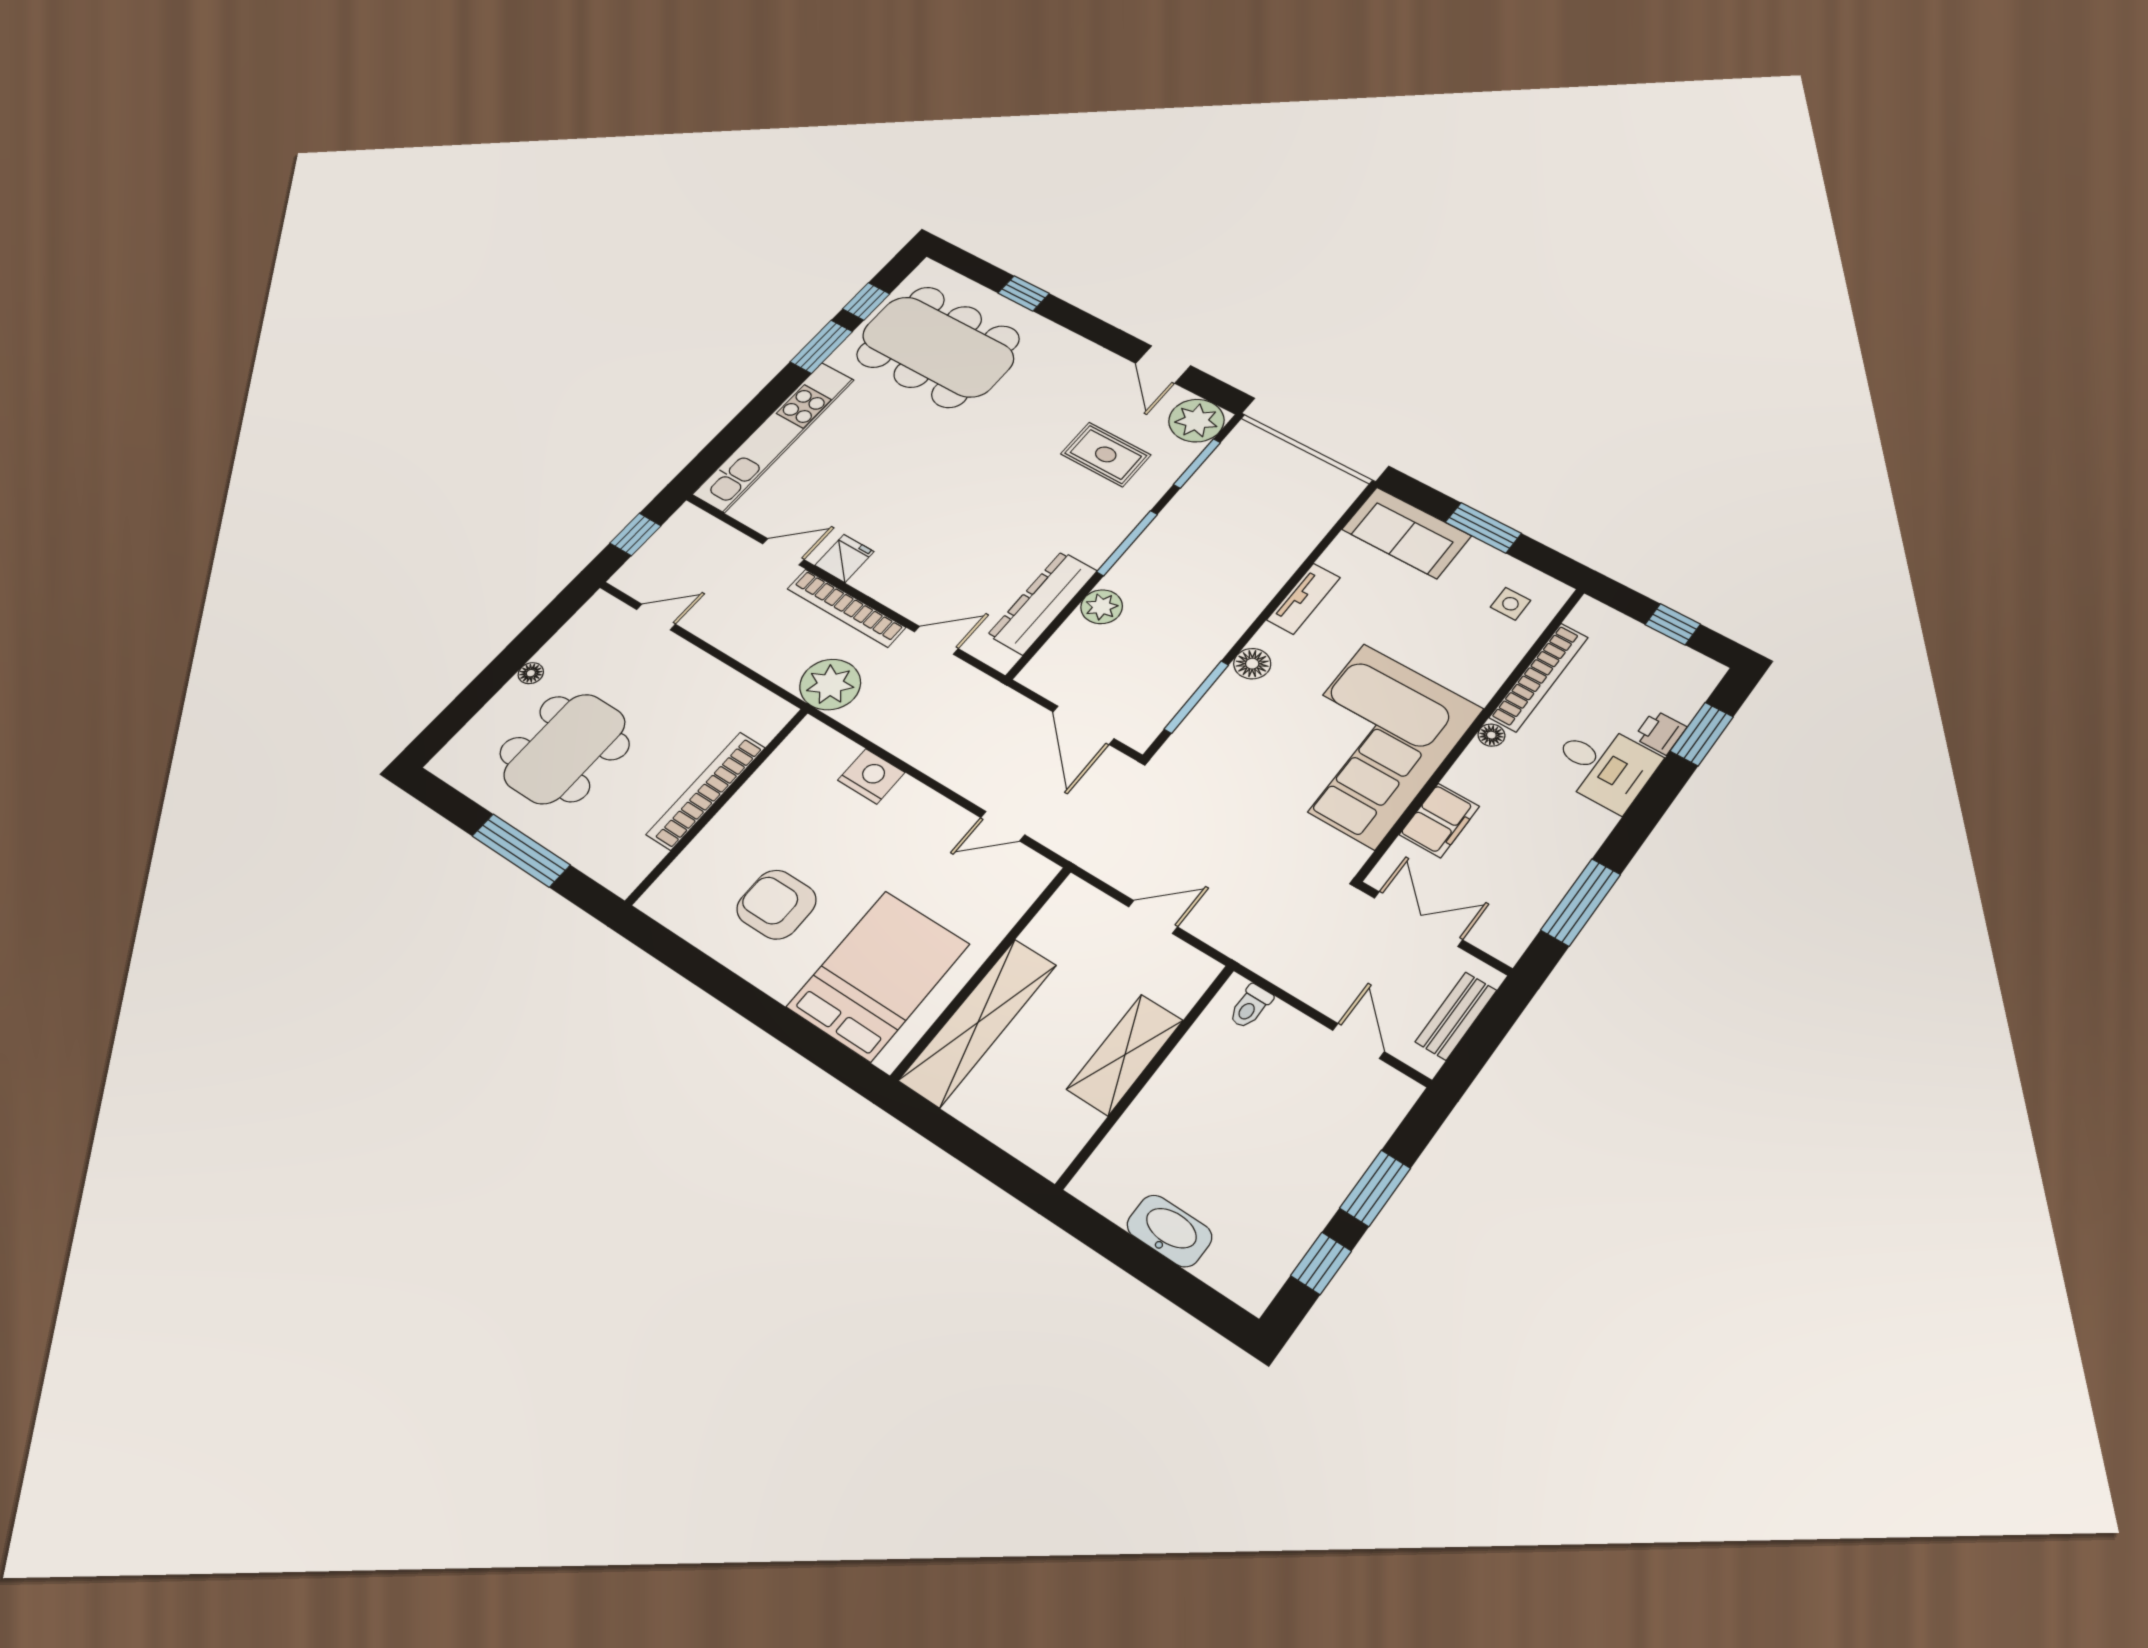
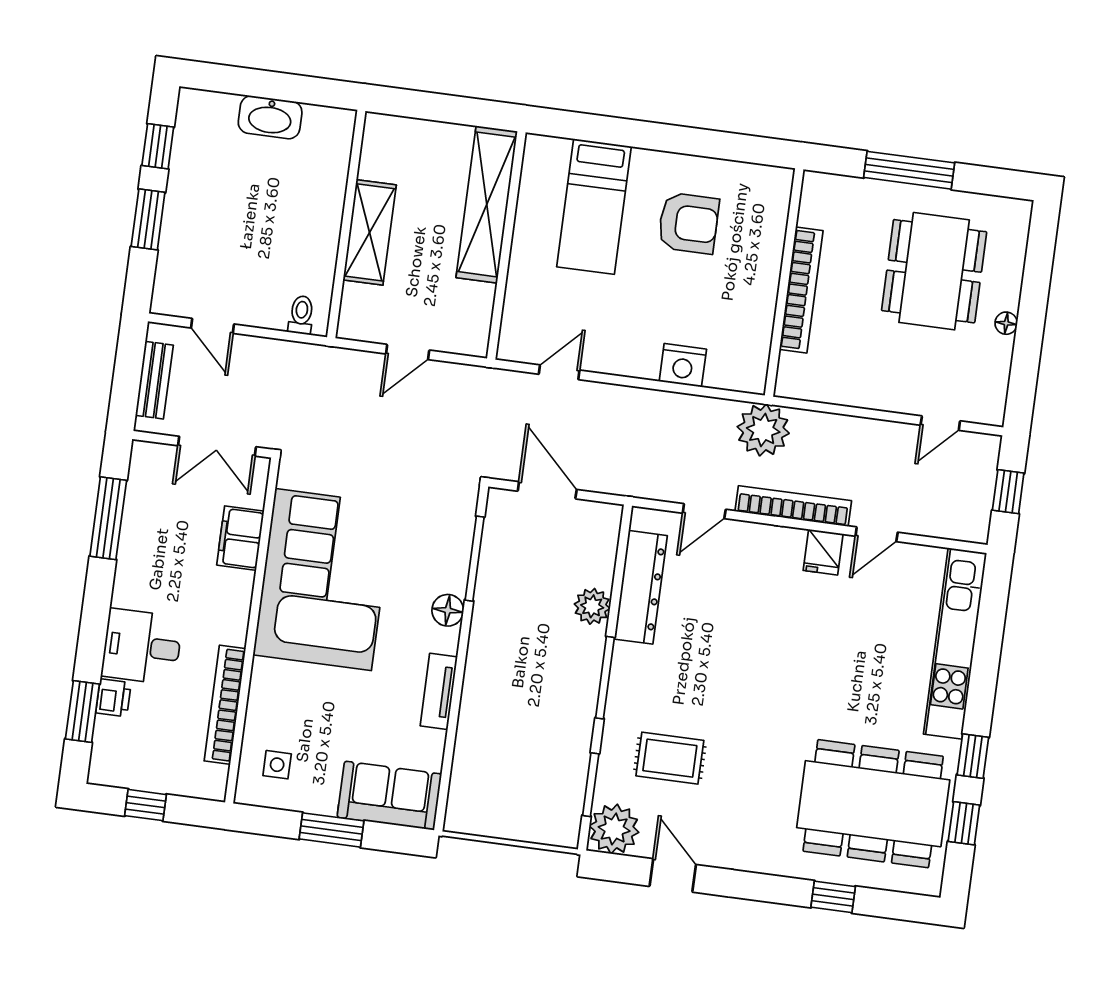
window: (821, 347) -> (973, 756), width x0.67
floor lamp: (1491, 735) -> (237, 634), removed
bed: (878, 975) -> (594, 207), width x0.67

